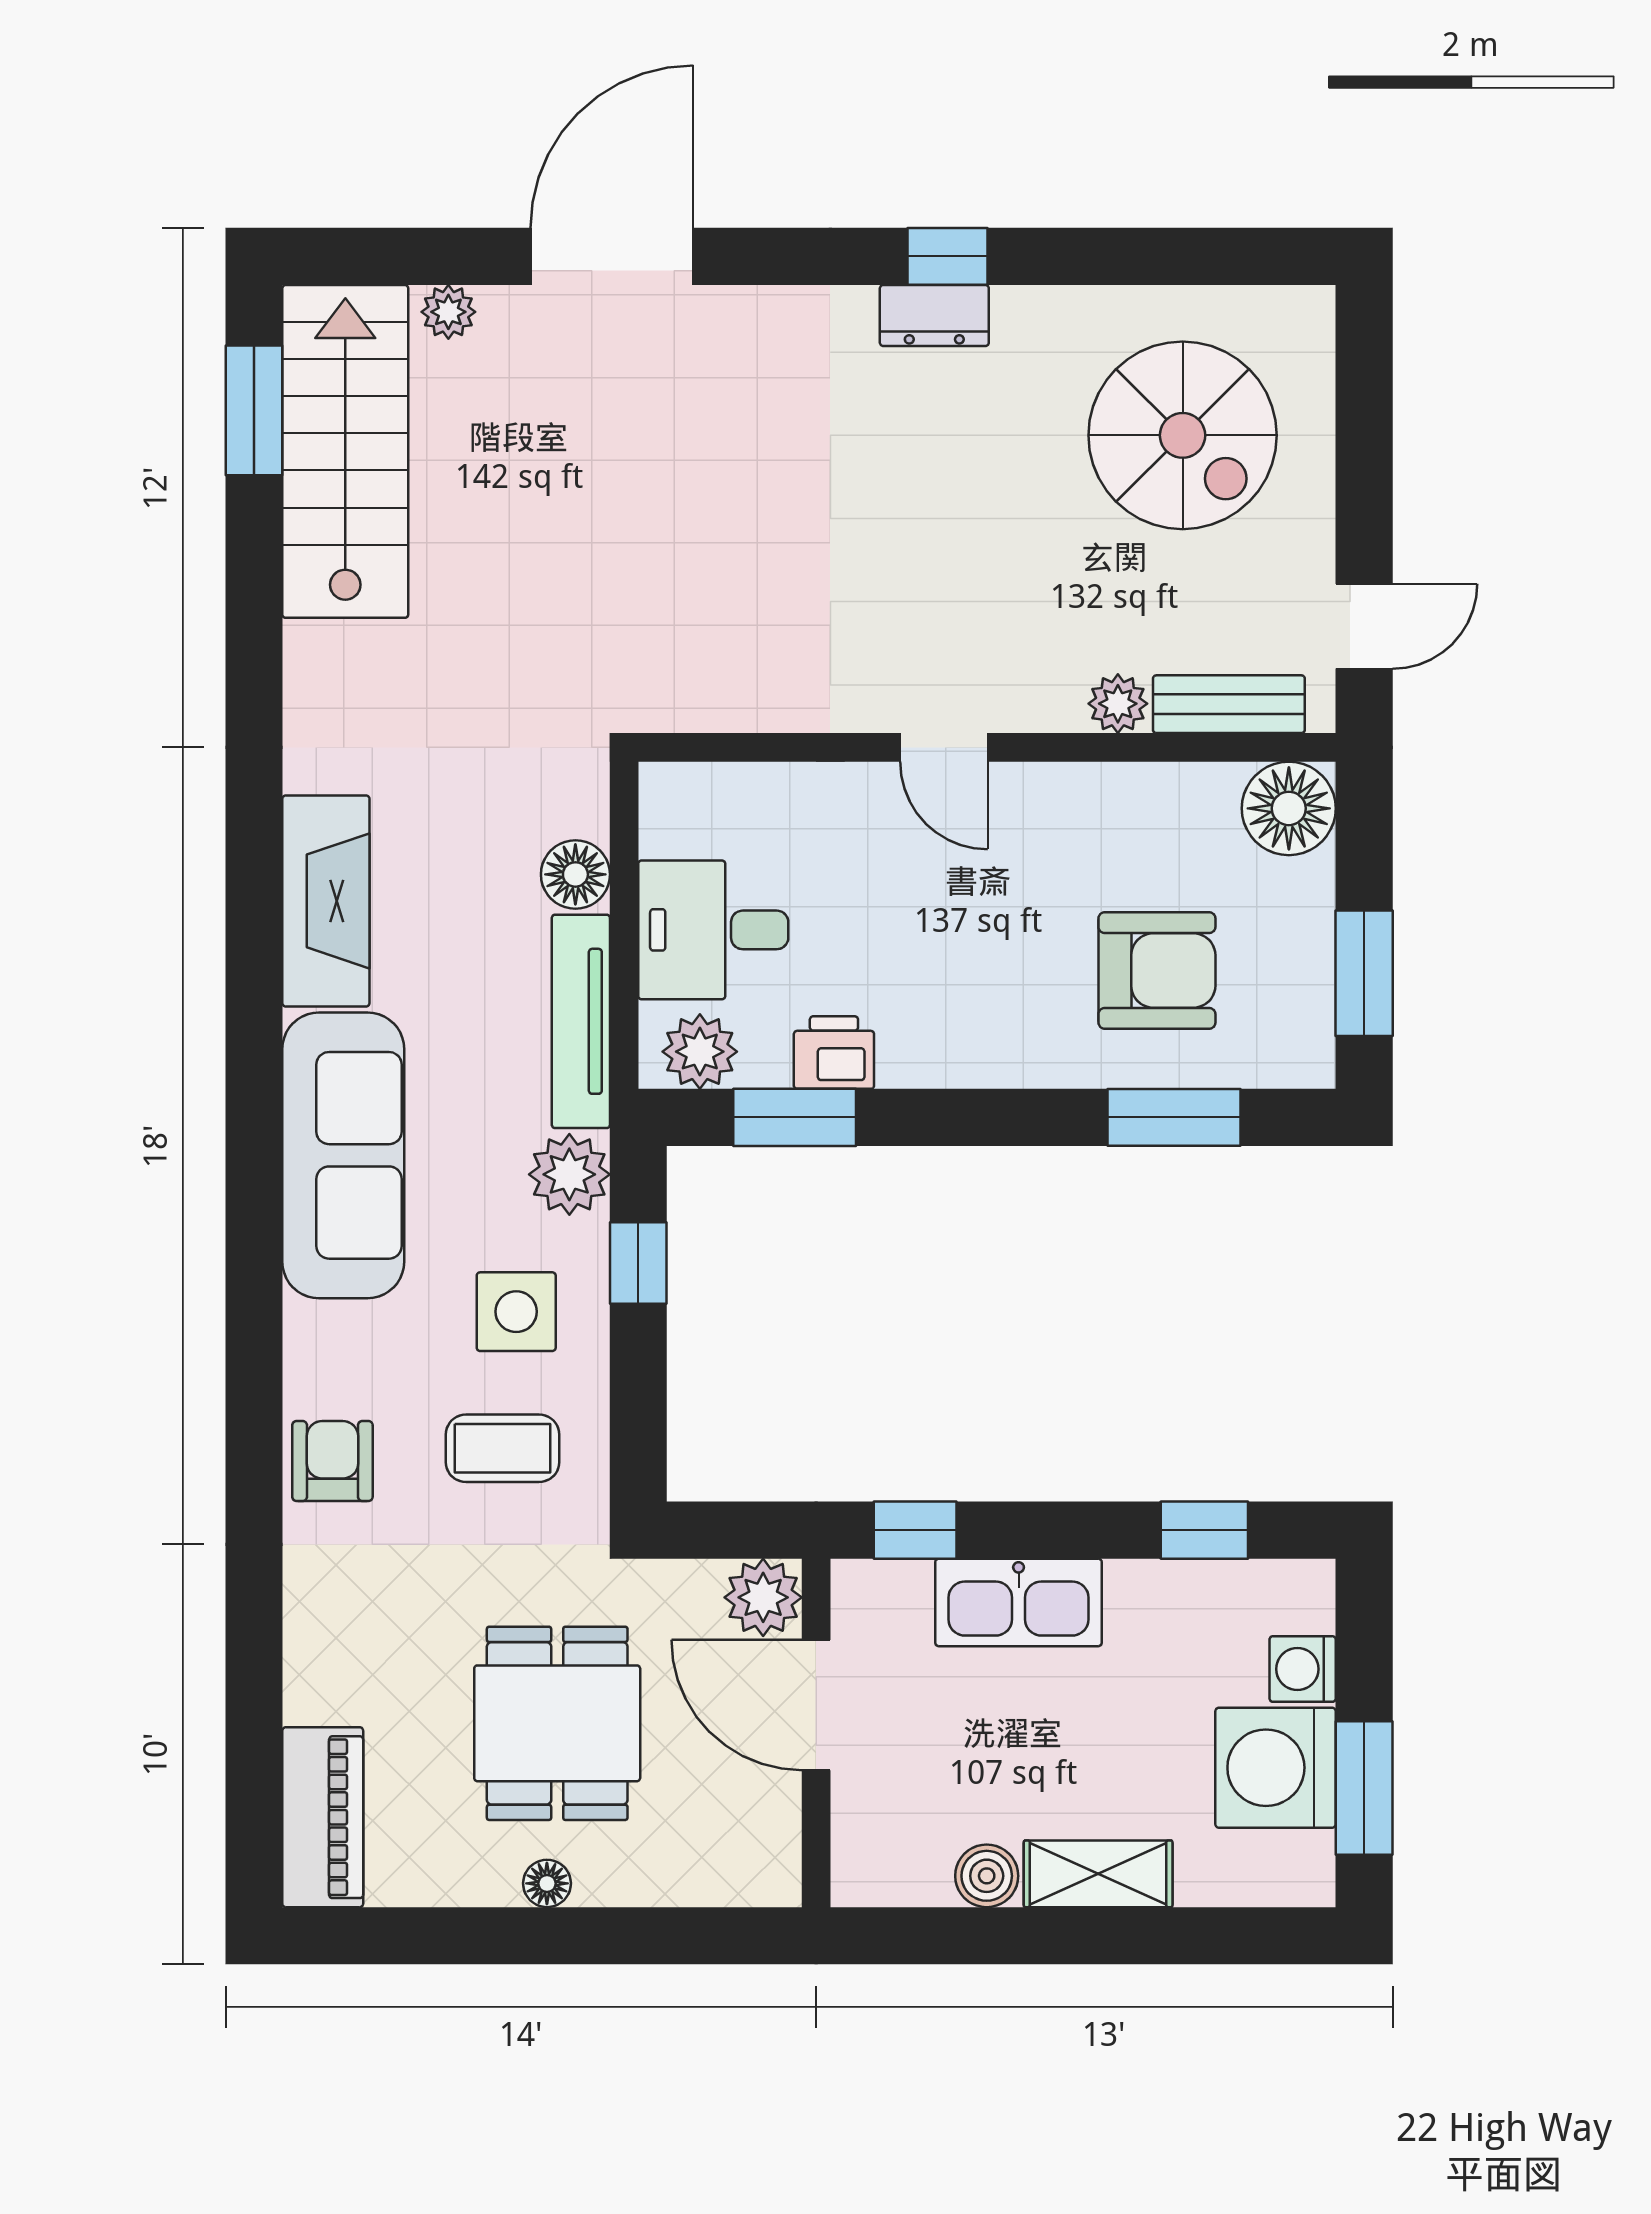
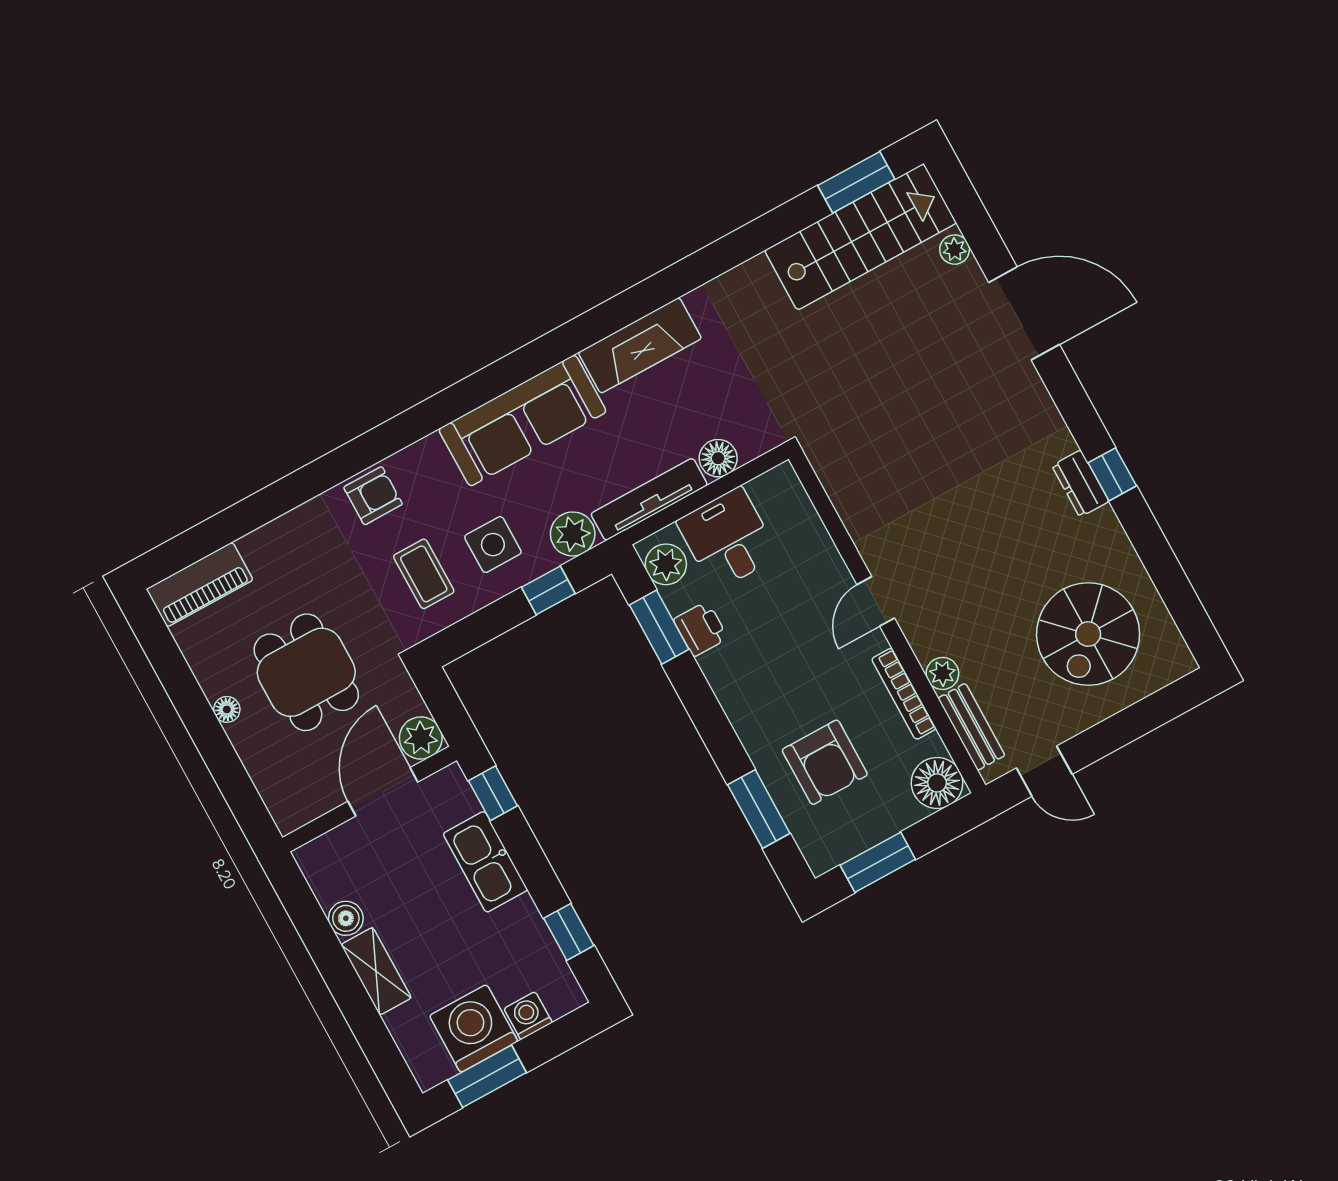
bookcase: (1117, 783) -> (904, 694), added
dining table: (557, 1723) -> (306, 672), turned 90

